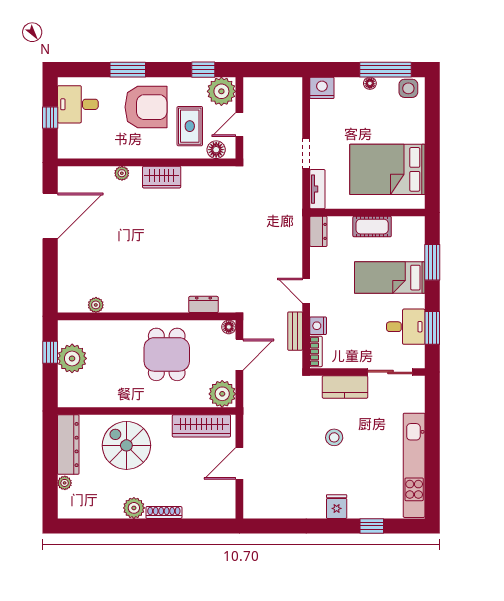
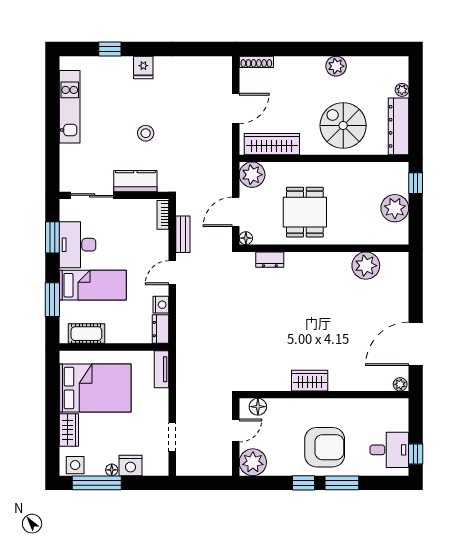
window: (203, 70) -> (303, 483), moved
nightstand: (322, 88) -> (130, 465), moved
armchair: (146, 107) -> (325, 447), turned 180
window: (50, 118) -> (416, 454), moved
wardrobe: (415, 125) -> (69, 430), added
rug: (190, 126) -> (283, 429), removed
doorway: (306, 154) -> (172, 437), moved
plant: (122, 173) -> (400, 384), moved
cot: (372, 227) -> (86, 334), moved
door: (306, 291) -> (172, 273), swing flipped
plant: (96, 305) -> (366, 266), width x1.88, depth x1.88
nightstand: (318, 326) -> (161, 305), moved
desk: (406, 327) -> (78, 245), width x1.37
window: (50, 352) -> (416, 183), moved
spiral stairs: (126, 445) -> (343, 126), turned 180
kitchen unit: (414, 465) -> (70, 107), width x0.73
shoe rack: (164, 512) -> (256, 62), moved

